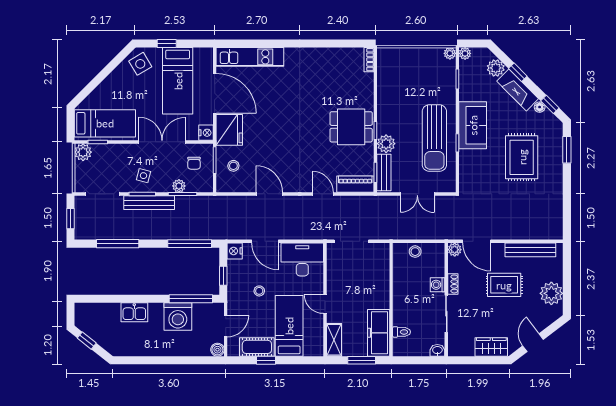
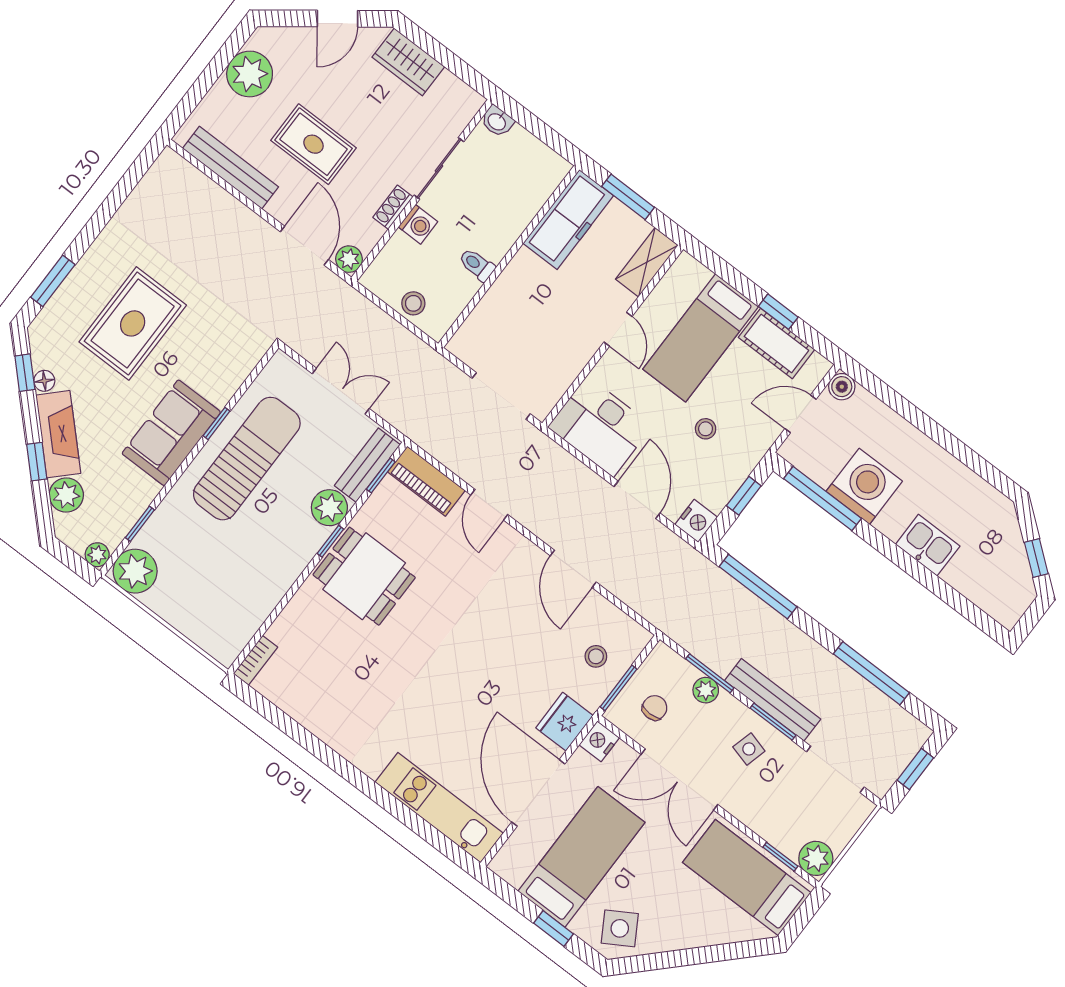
plant: (450, 53) -> (135, 571), width x1.87, depth x1.87
fridge: (229, 130) -> (564, 722), width x0.73, depth x0.75
toilet: (402, 332) -> (477, 265), moved

